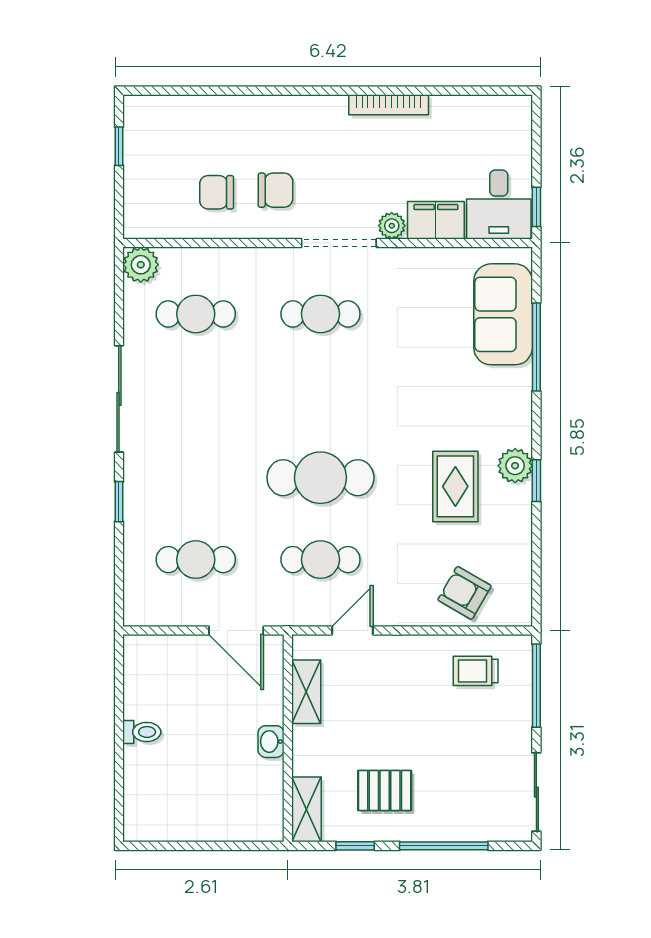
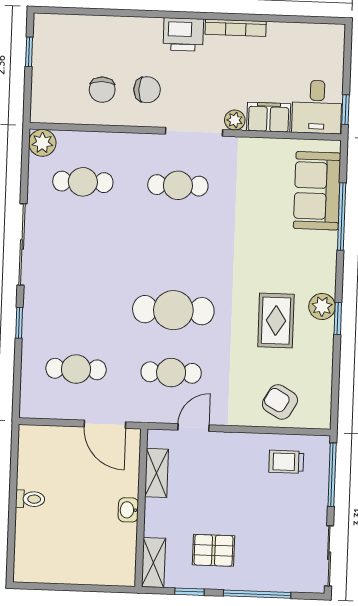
printer: (320, 116) -> (183, 34), added
chair: (217, 192) -> (102, 90), turned -90

